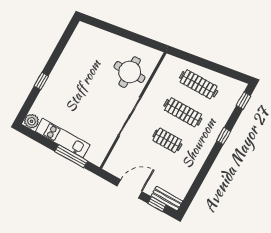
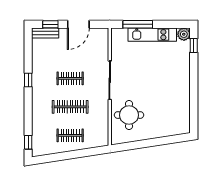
window: (41, 81) -> (194, 45), moved
clothes rail: (199, 84) -> (70, 135), width x0.73
window: (224, 136) -> (28, 80), moved

